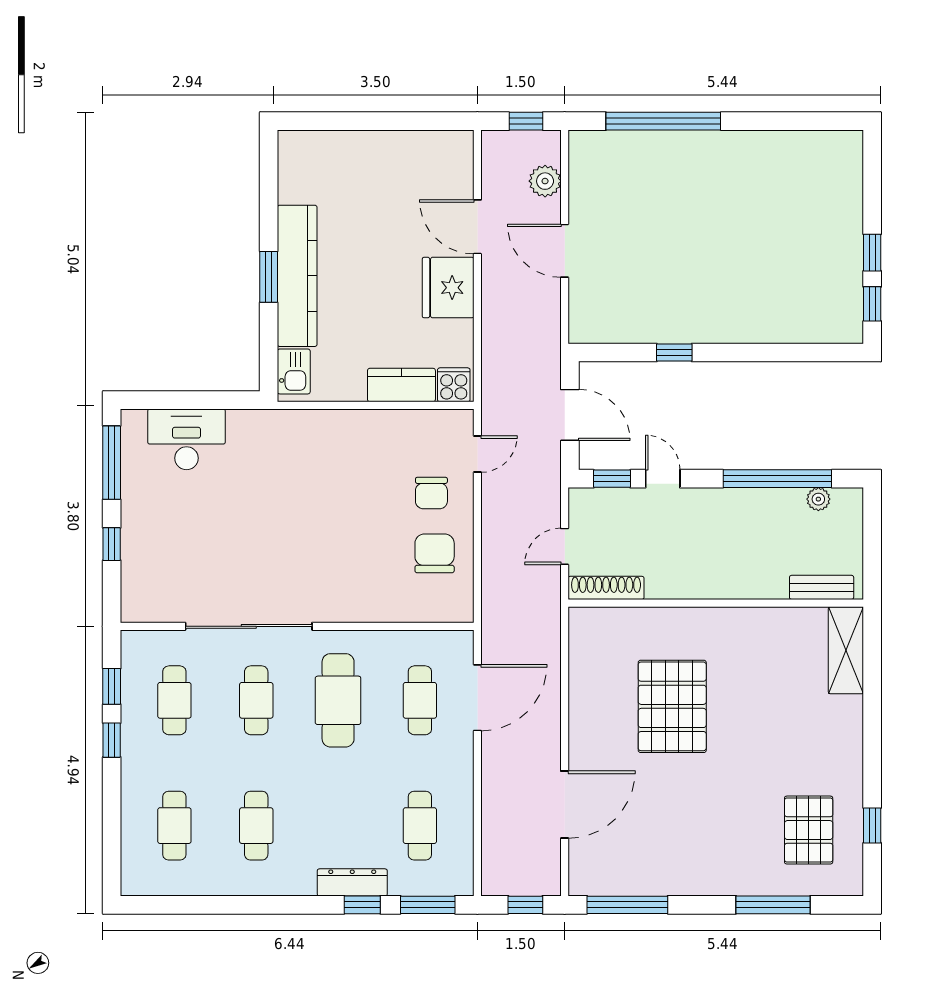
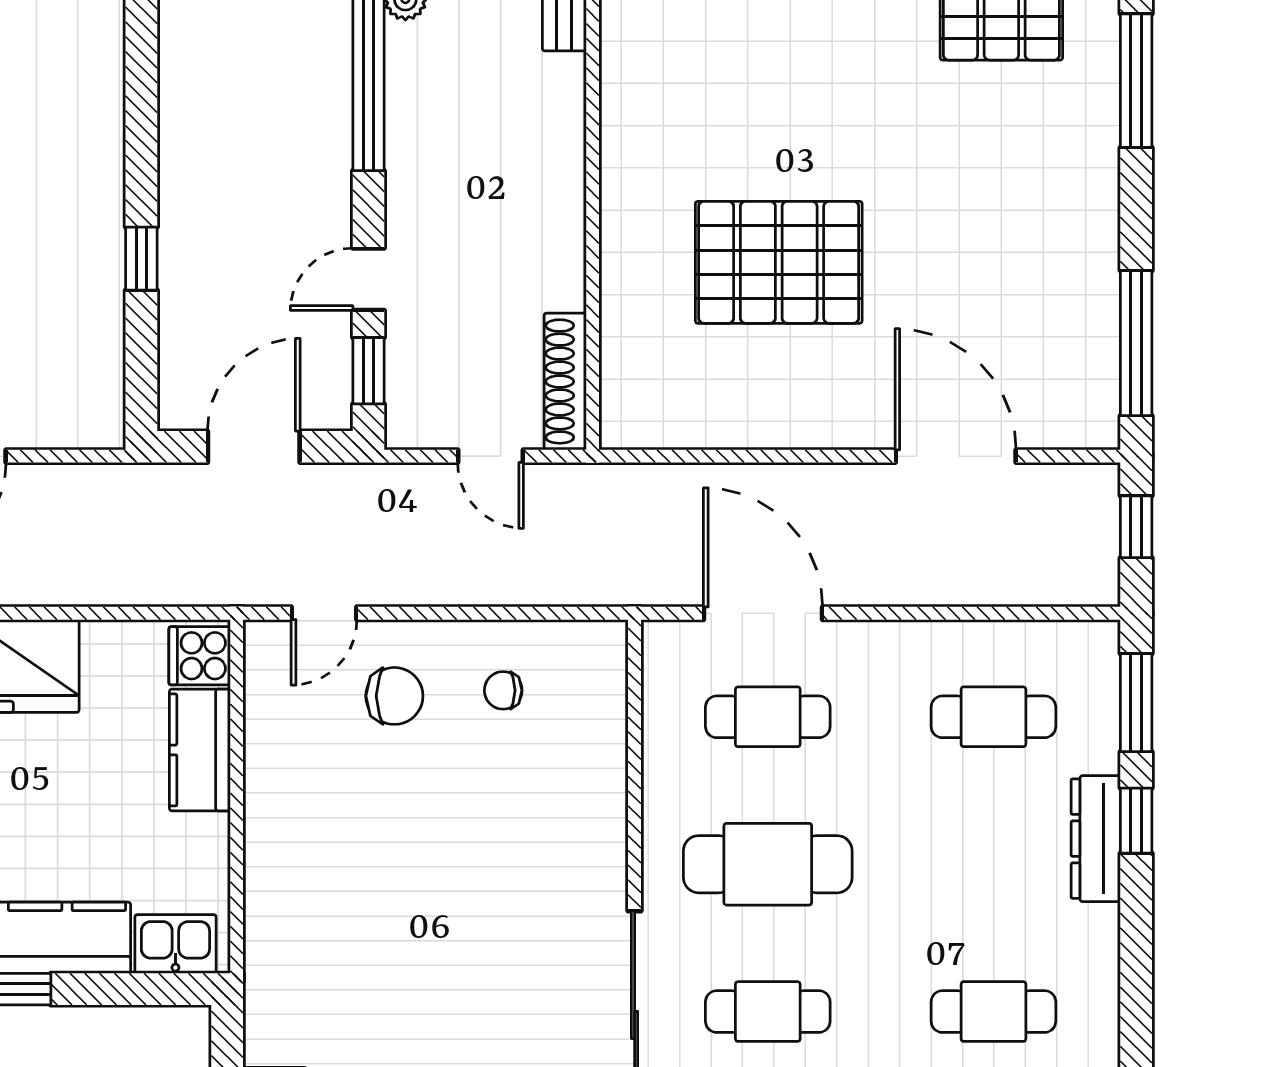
door: (477, 454) -> (324, 613), swing flipped
chair: (435, 553) -> (503, 690), width x0.54, depth x0.54

